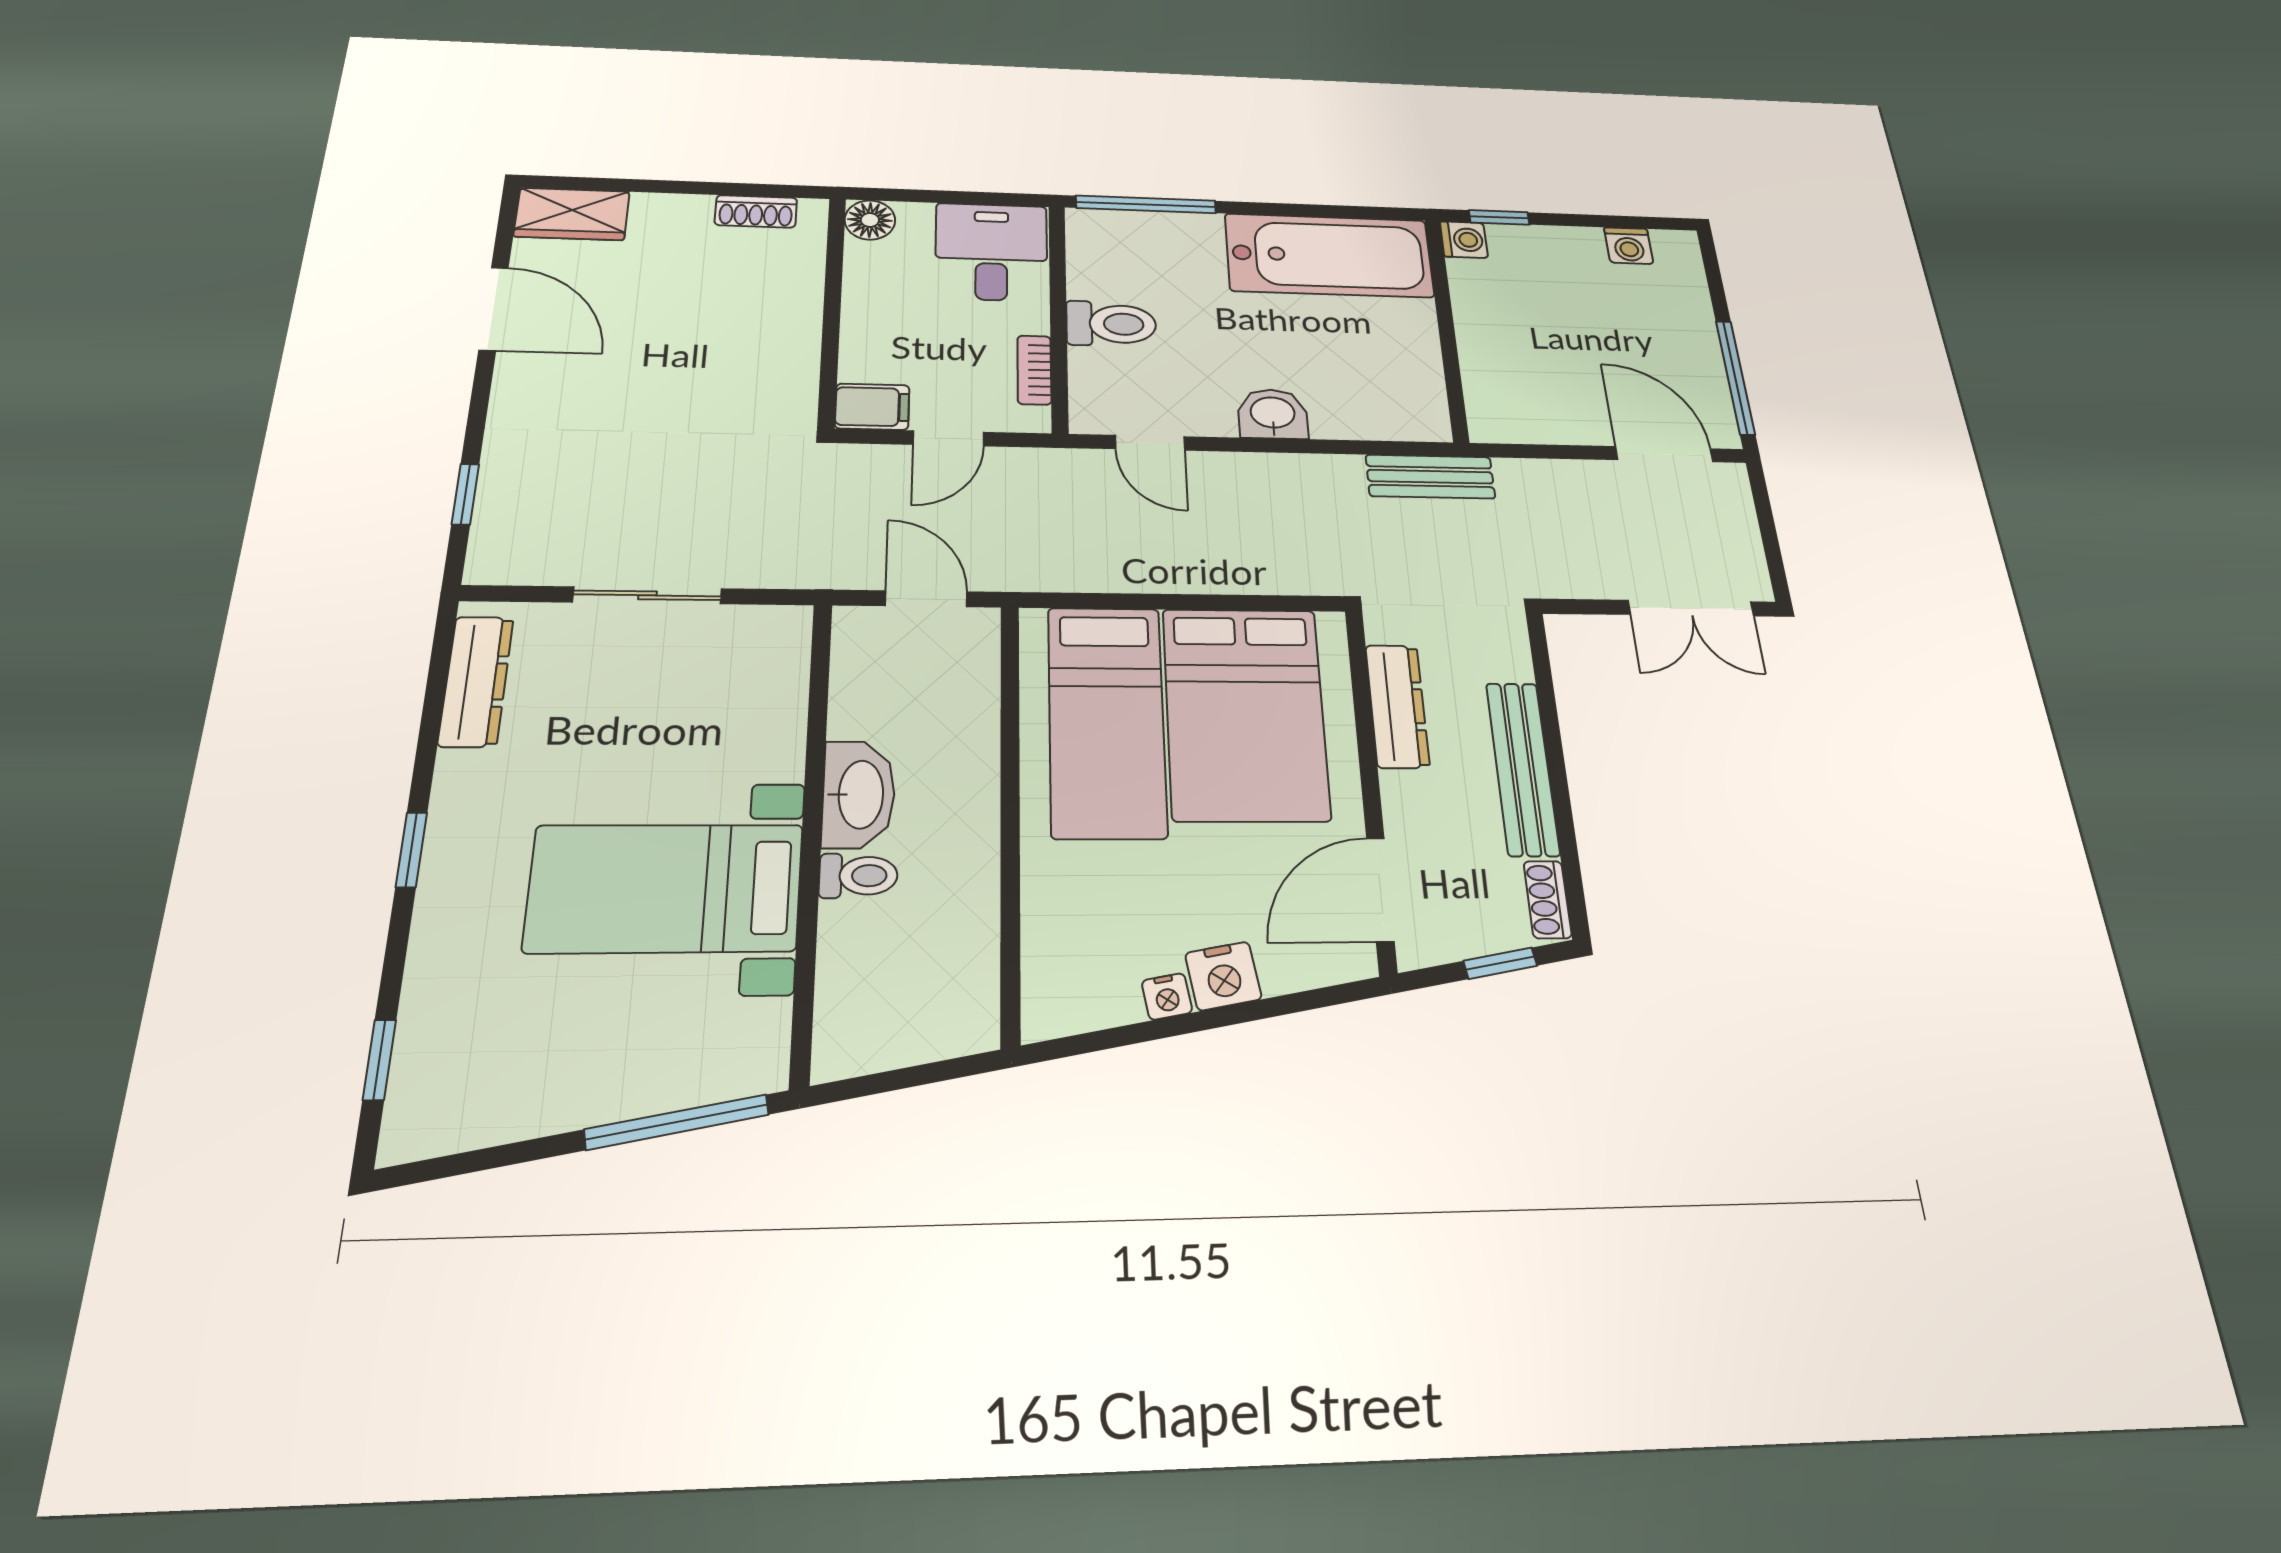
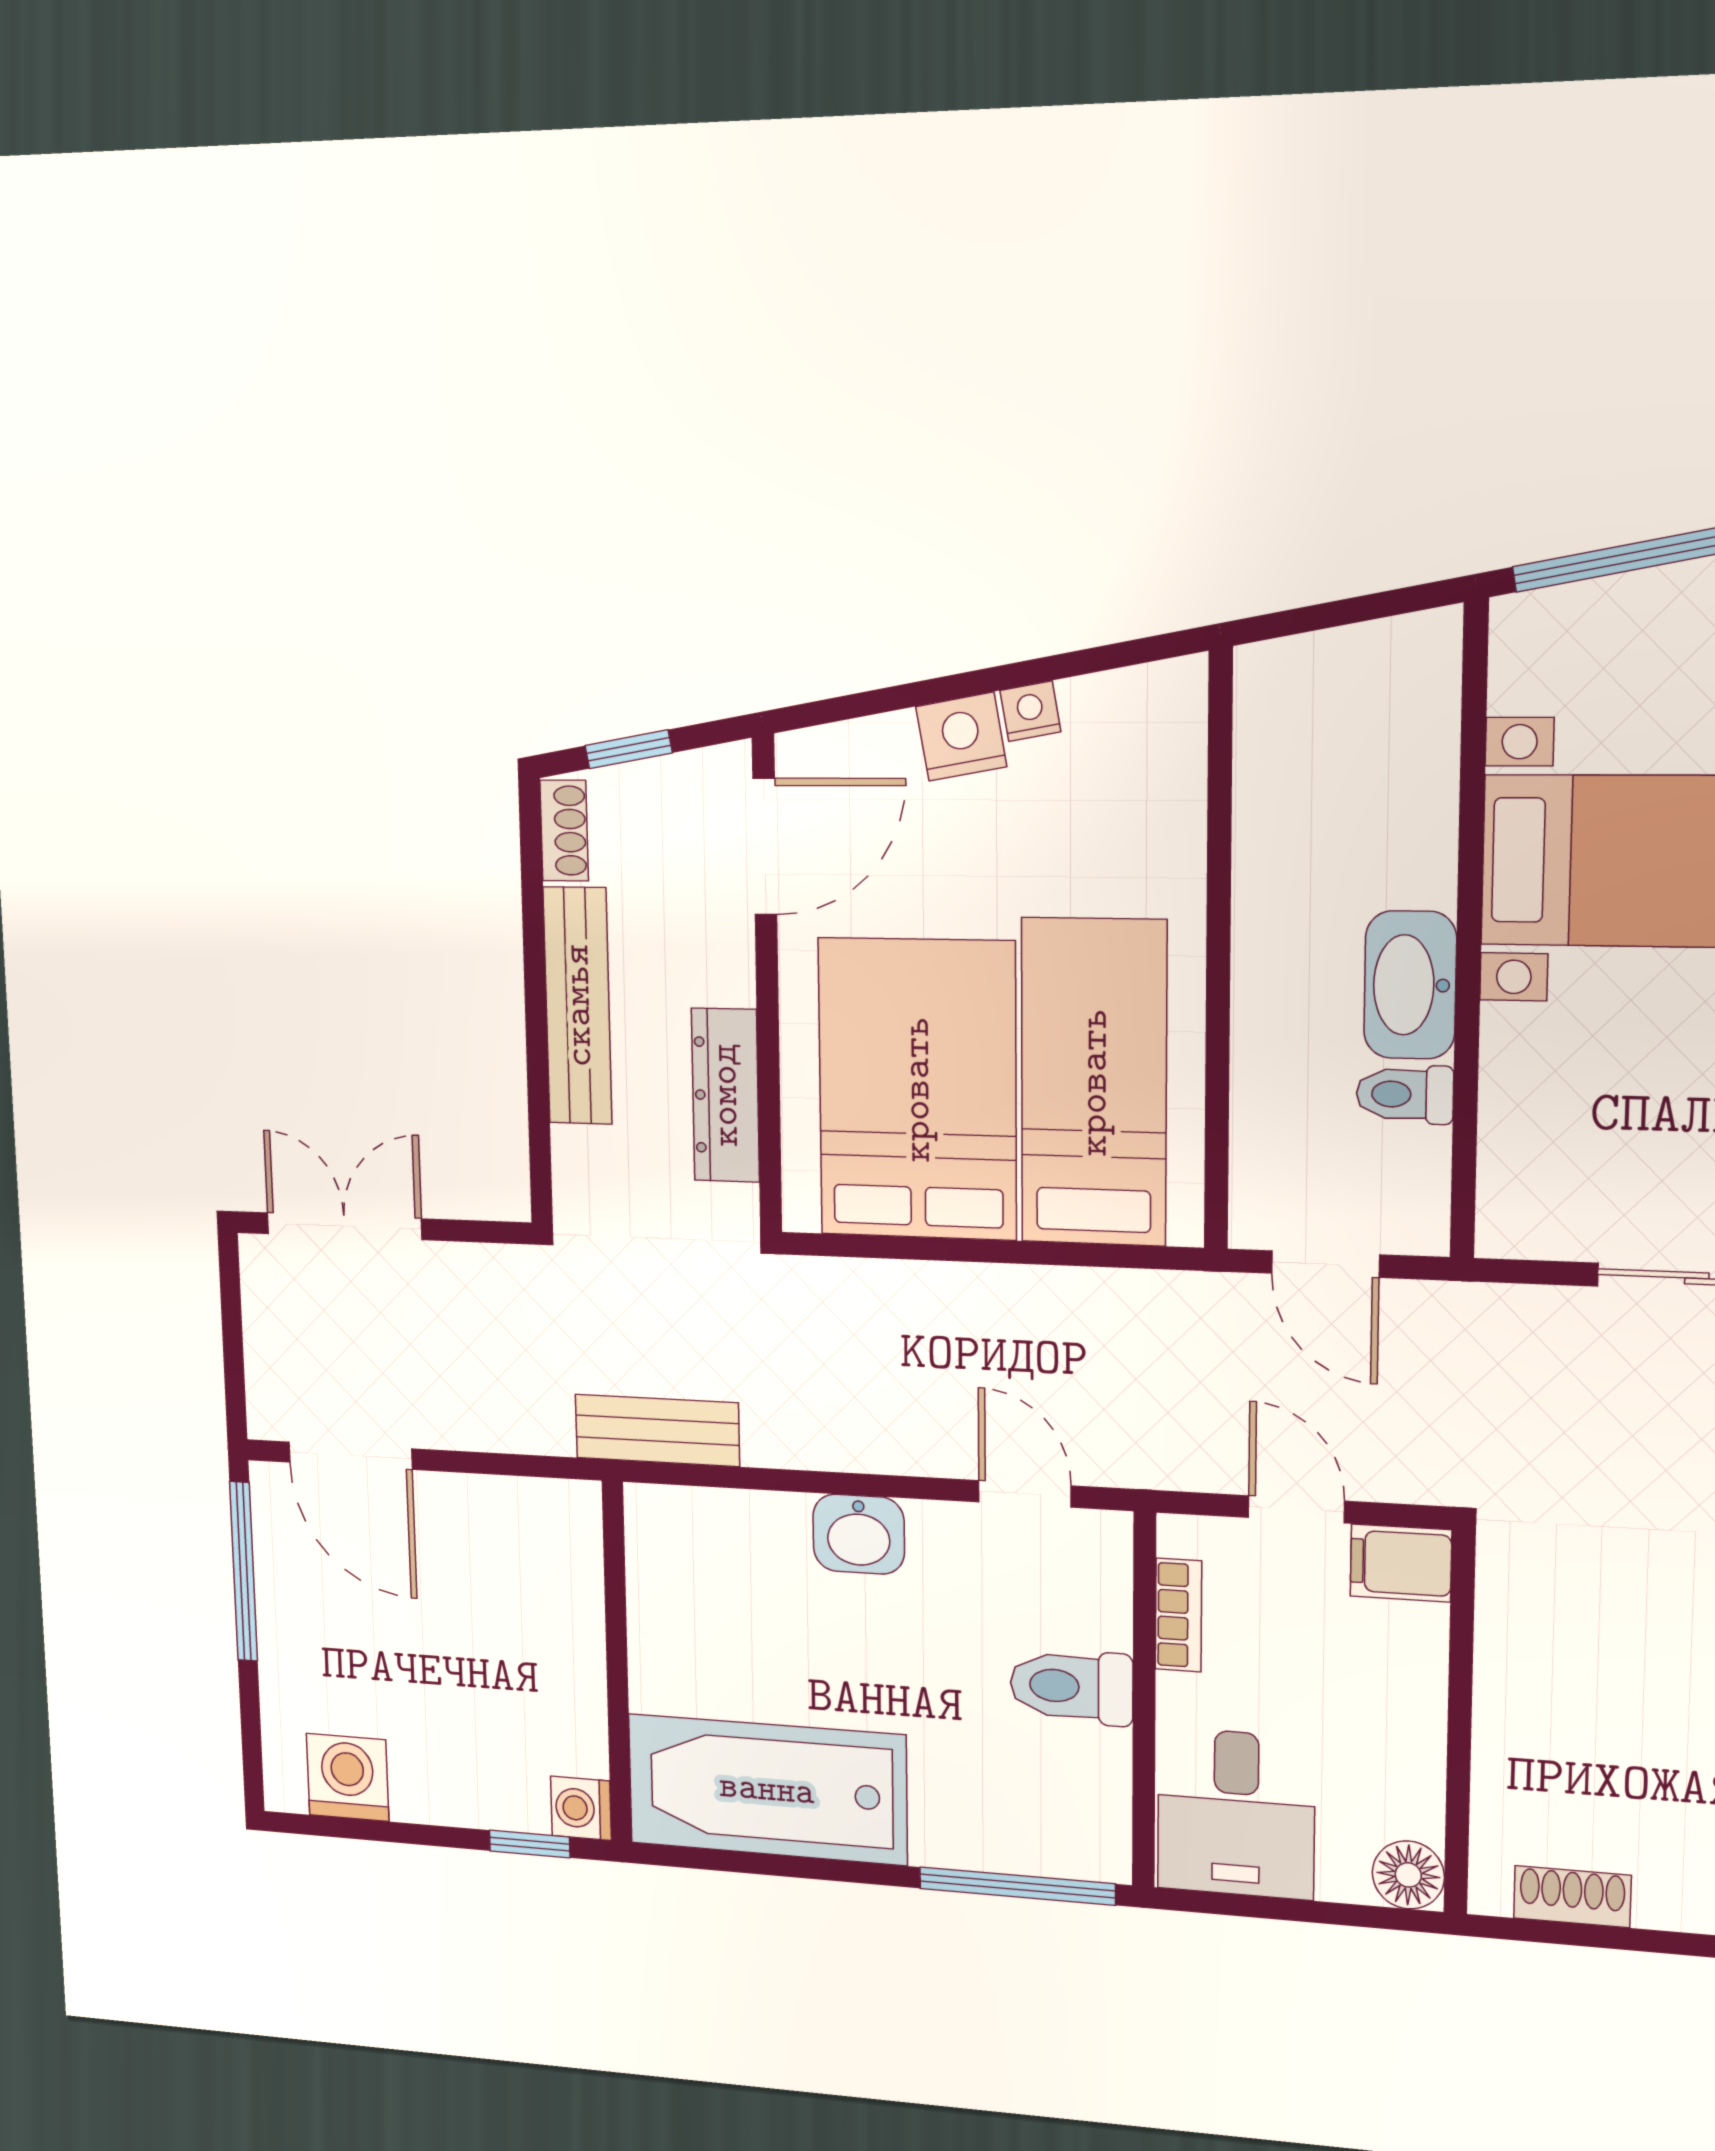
washing machine: (1629, 246) -> (348, 1777), width x1.38, depth x1.38
door: (948, 438) -> (1296, 1509), hinge flipped
toilet: (858, 876) -> (1405, 1094), moved

